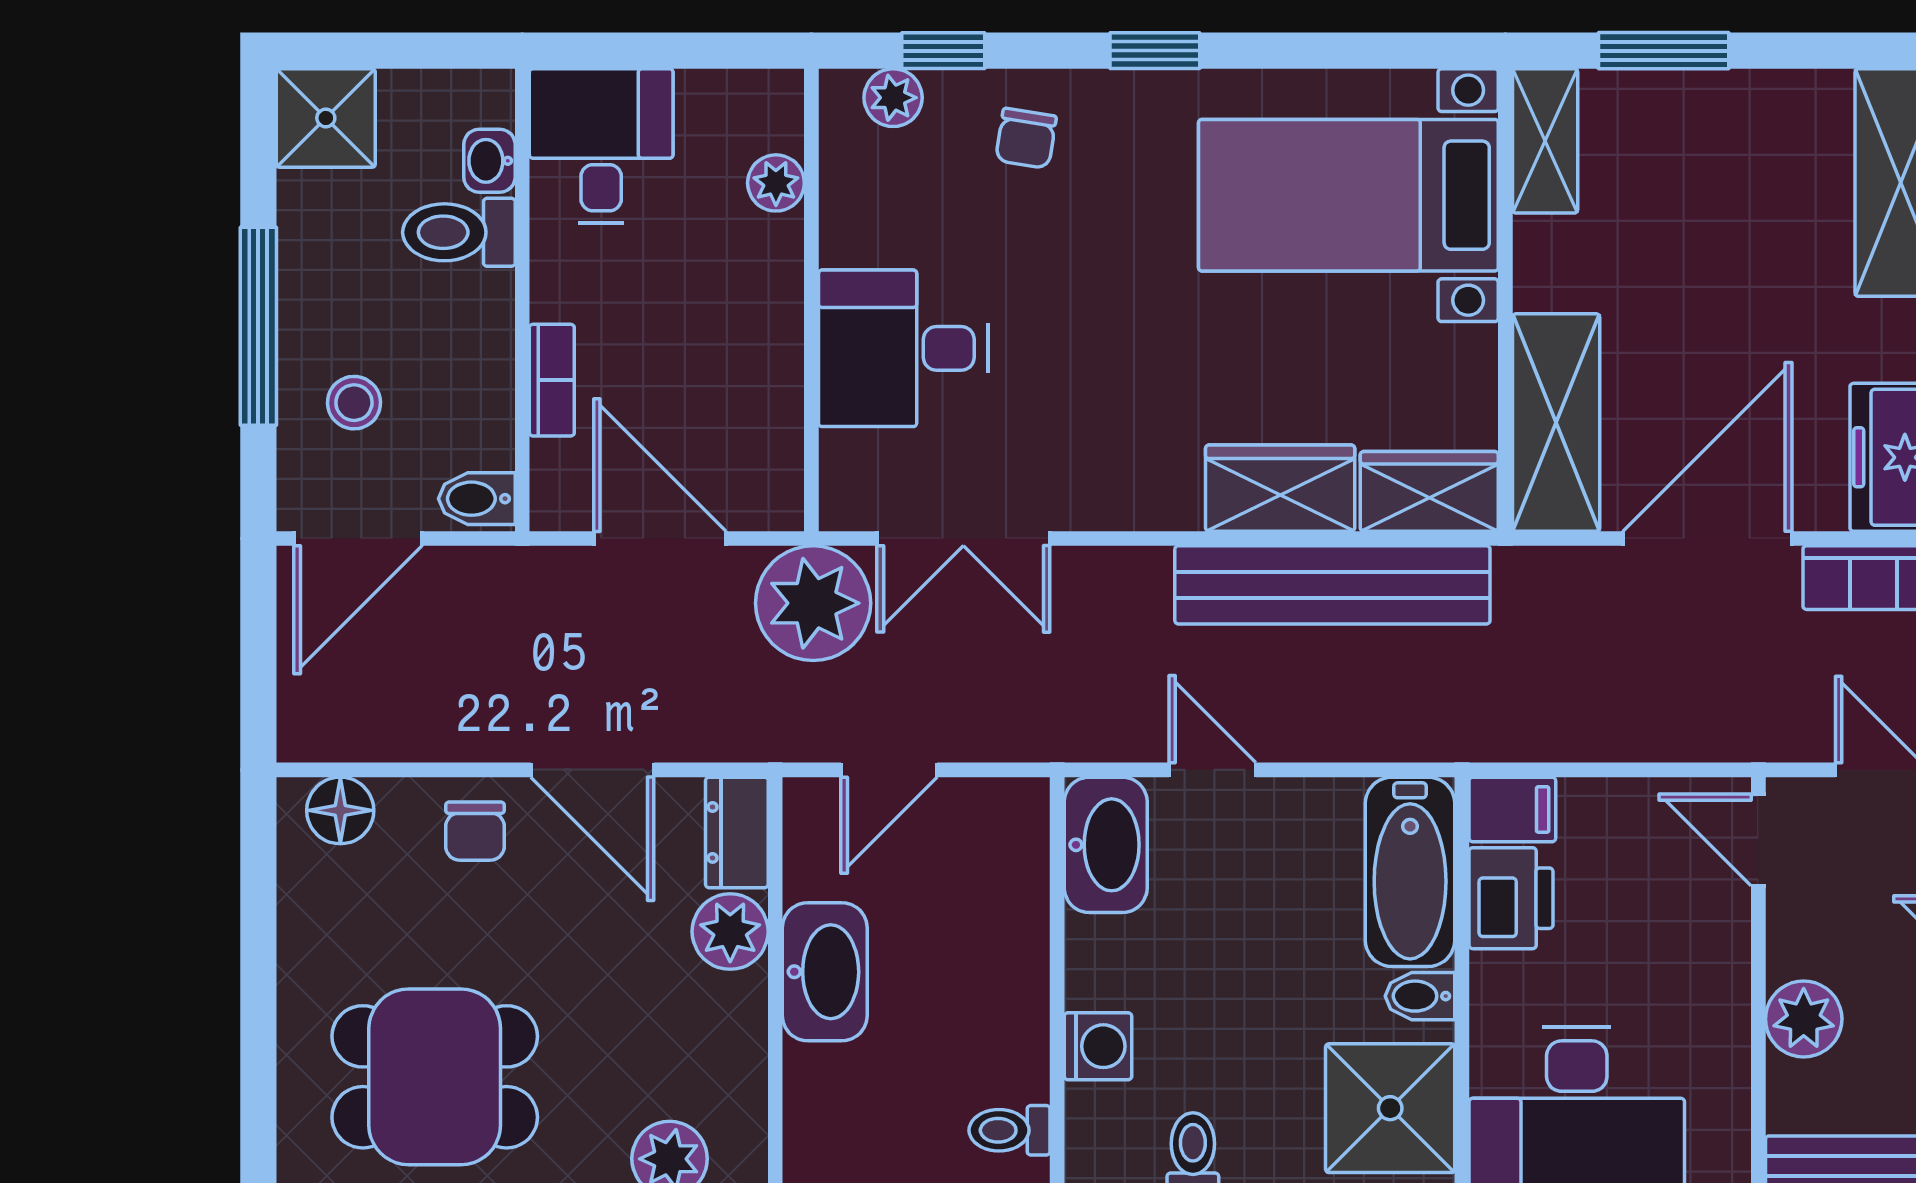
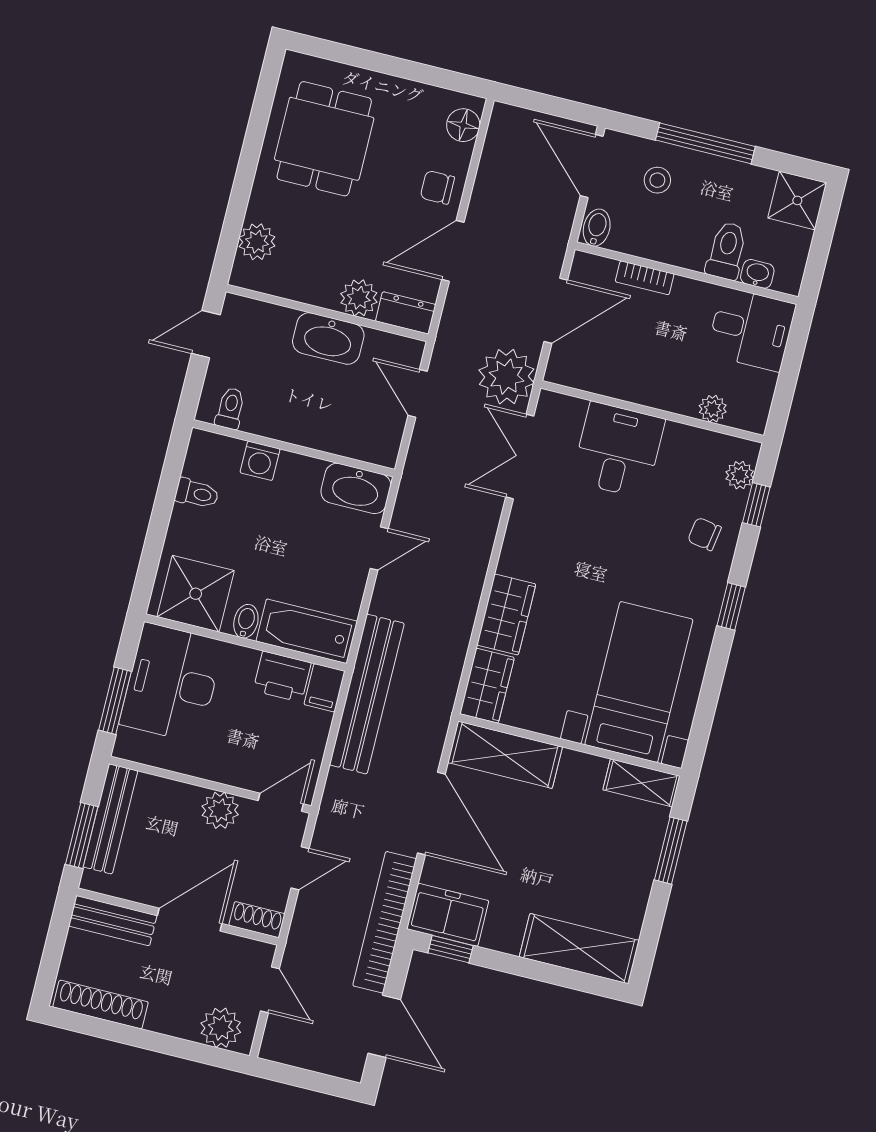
bench: (1332, 585) -> (367, 694), moved
plant: (1804, 1019) -> (220, 810), moved

